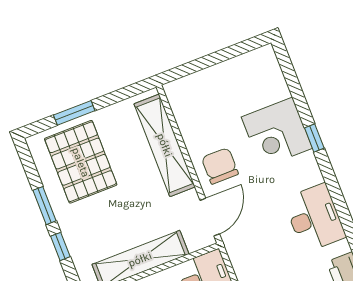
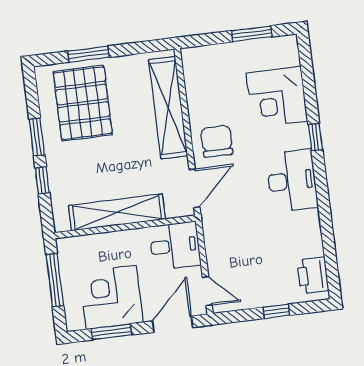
window: (228, 53) -> (252, 34), added
corner desk: (277, 133) -> (277, 97), moved
desk: (315, 218) -> (292, 181), moved

